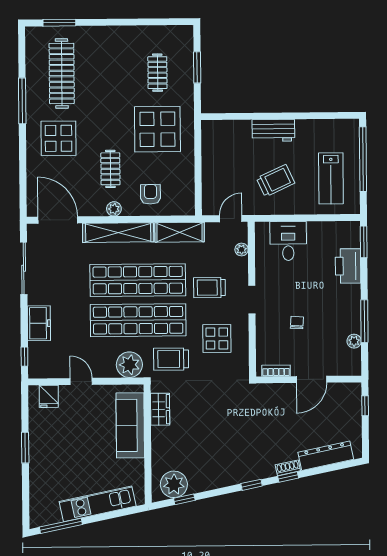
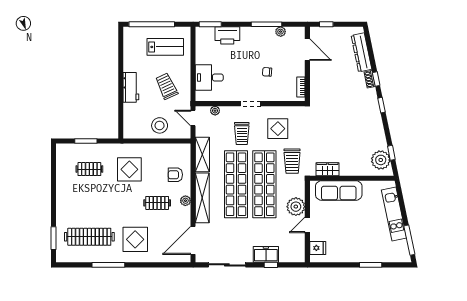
display table: (157, 129) -> (129, 169), width x0.73, depth x0.73
stool: (220, 171) -> (160, 125), added
window: (24, 357) -> (271, 265), moved
plant: (129, 365) -> (296, 207), moved
door: (311, 379) -> (307, 50), moved
window: (25, 448) -> (371, 265), moved

